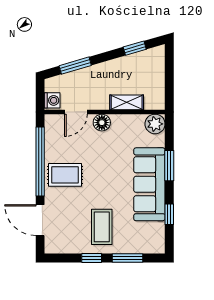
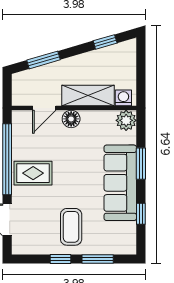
washing machine: (52, 100) -> (123, 98), moved, turned -90
shelving: (127, 102) -> (88, 95), width x1.50, depth x1.33

